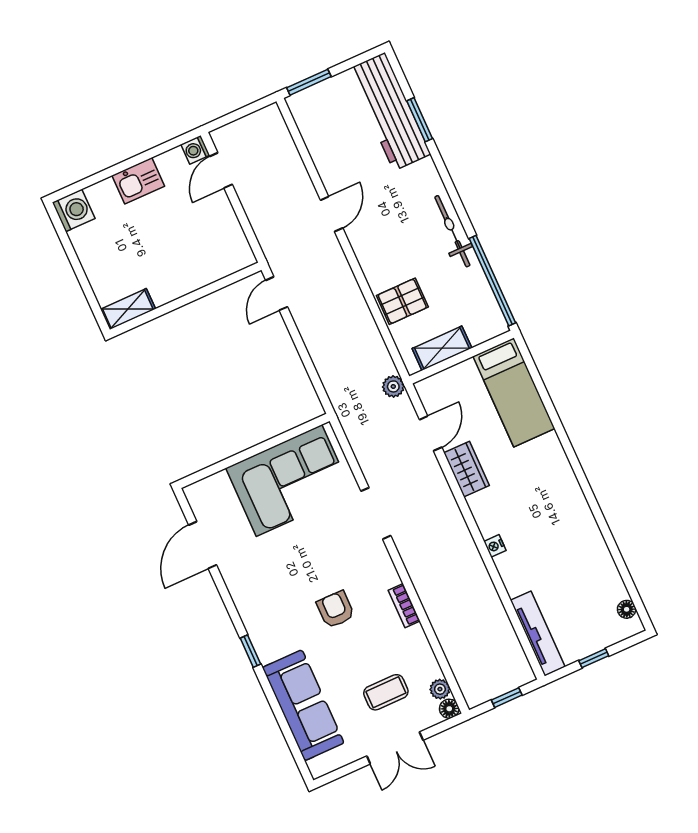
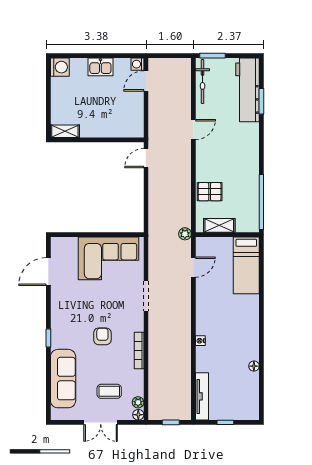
bicycle: (452, 231) -> (203, 82), moved, turned 180
wardrobe: (467, 469) -> (204, 294), removed
bookcase: (404, 606) -> (139, 351), width x1.56
floor lamp: (627, 609) -> (254, 366), moved

